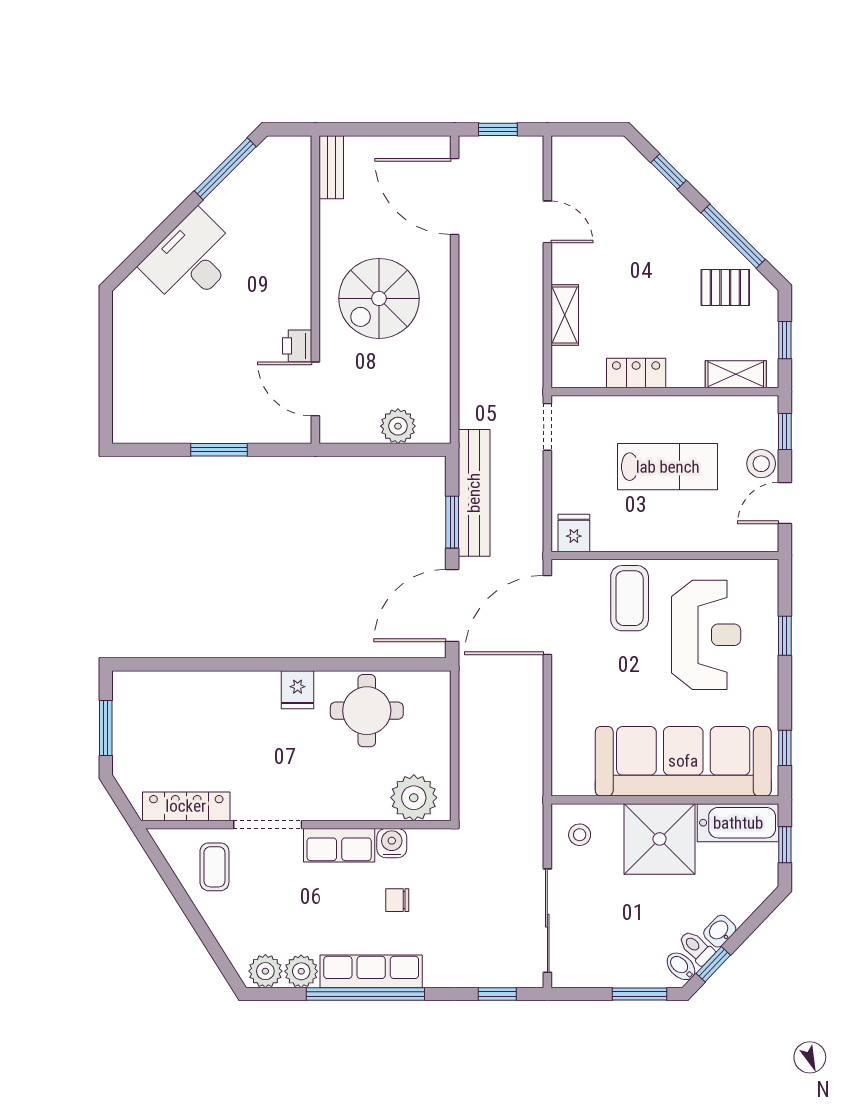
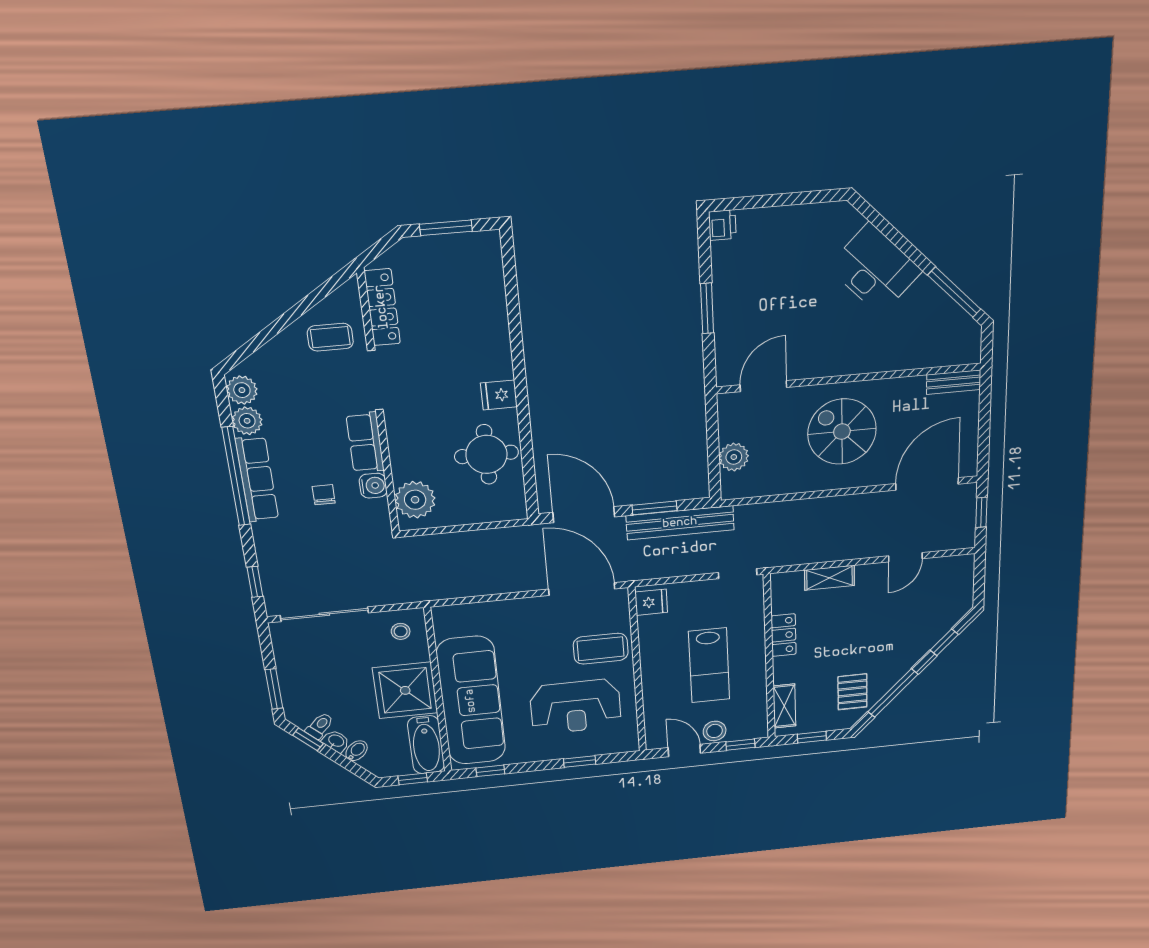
printer: (297, 346) -> (722, 225), moved, turned 90
bidet: (681, 966) -> (357, 751), moved

